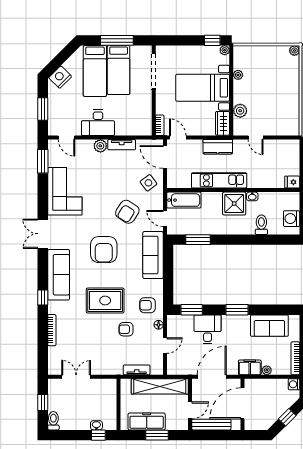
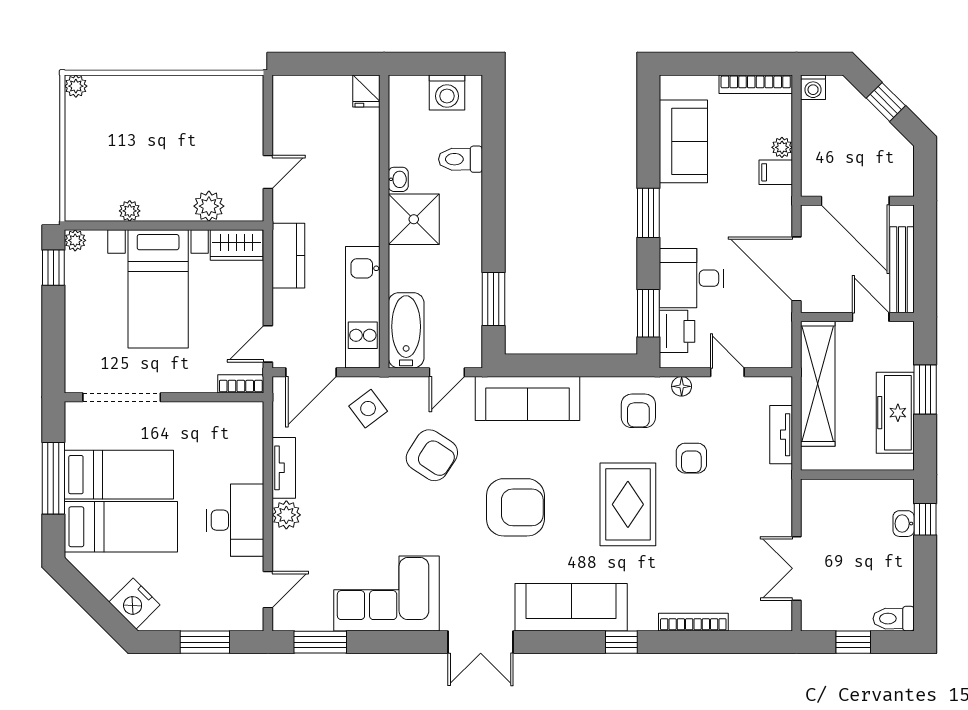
kitchen unit: (219, 180) -> (363, 307), moved
printer: (183, 323) -> (677, 331), added
filing cabinet: (250, 367) -> (776, 172), width x0.50

